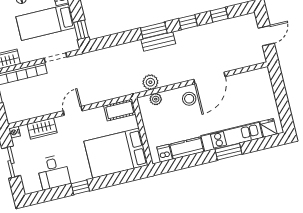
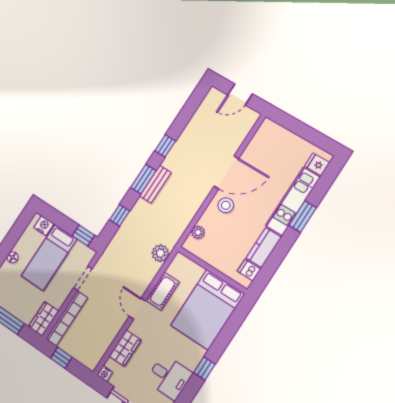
window: (219, 15) -> (120, 215), moved
door: (266, 36) -> (240, 94), swing flipped
door: (210, 78) -> (226, 172), hinge flipped
plant: (150, 82) -> (160, 253), moved
cot: (120, 110) -> (163, 291), moved

